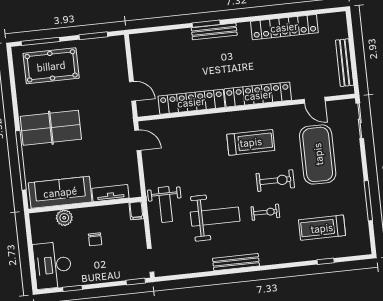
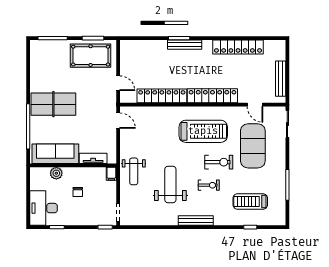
pool table: (51, 66) -> (91, 56), moved
treadmill: (251, 142) -> (203, 131), width x1.37, depth x1.38
weight bench: (215, 217) -> (170, 185), turned -90
bench: (236, 262) -> (196, 221), moved

